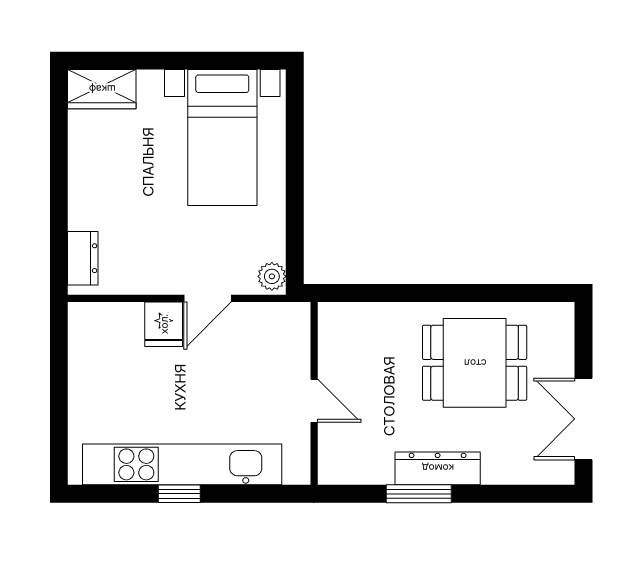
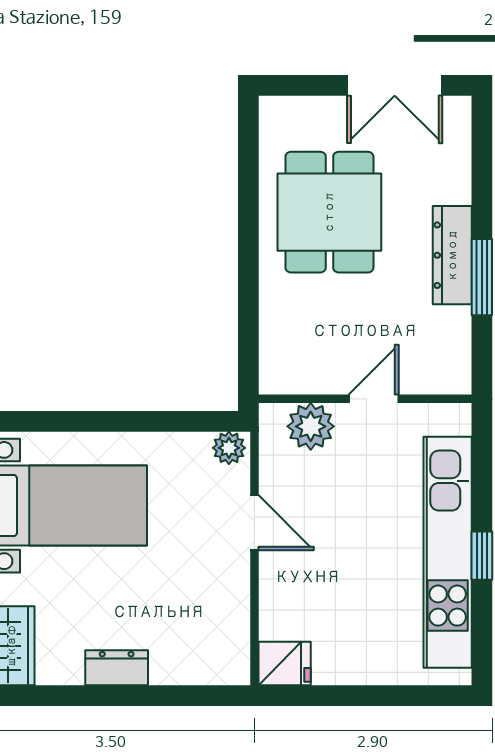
dresser: (83, 258) -> (117, 668), moved
fridge: (164, 324) -> (285, 664), moved
plant: (290, 347) -> (311, 426), added

